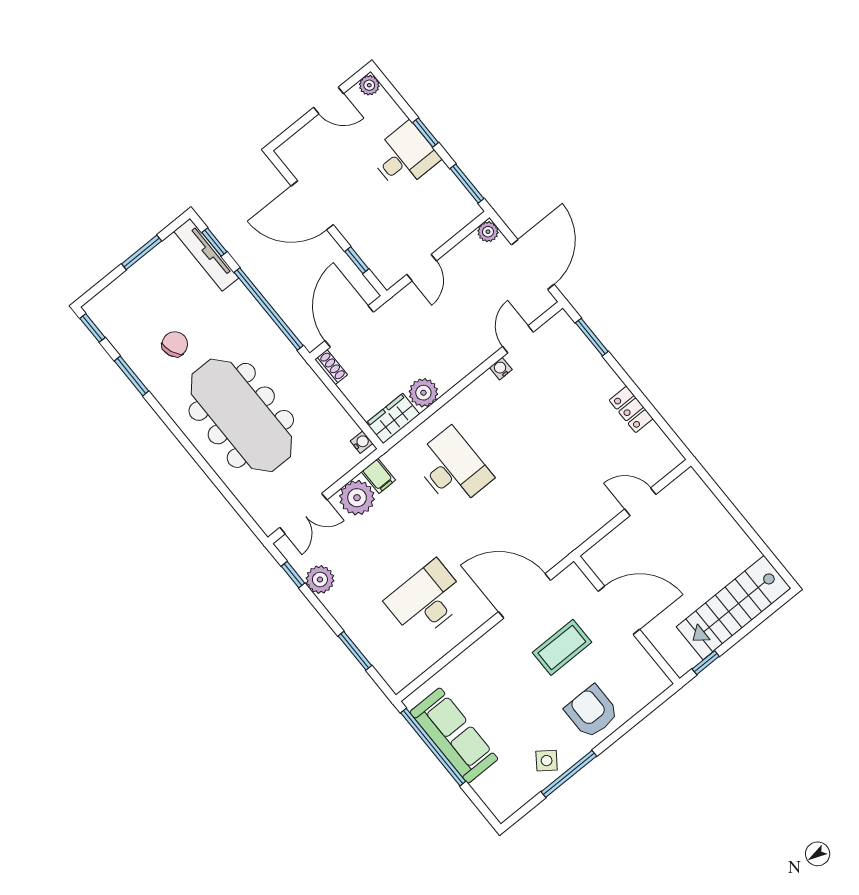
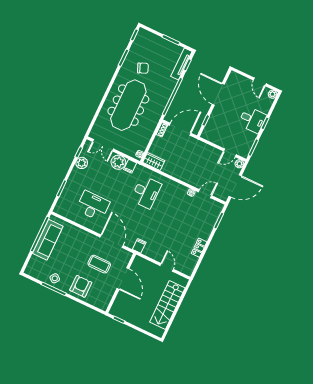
door: (422, 268) -> (230, 153), moved
plant: (423, 393) -> (169, 168), removed
filing cabinet: (564, 540) -> (139, 246), added
stairs: (734, 608) -> (167, 305), moved, turned -90

